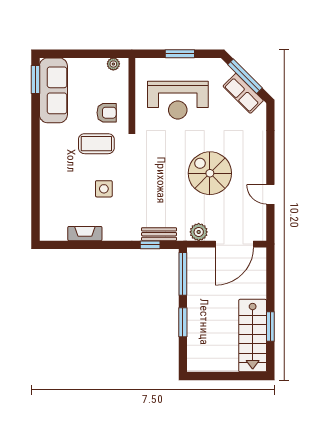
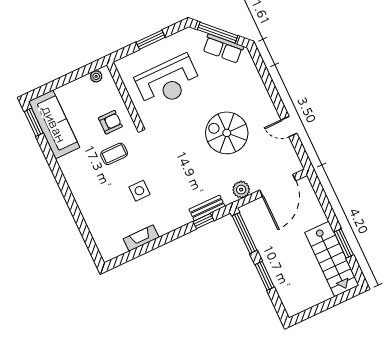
coffee table: (96, 144) -> (114, 154), width x0.73, depth x0.77

